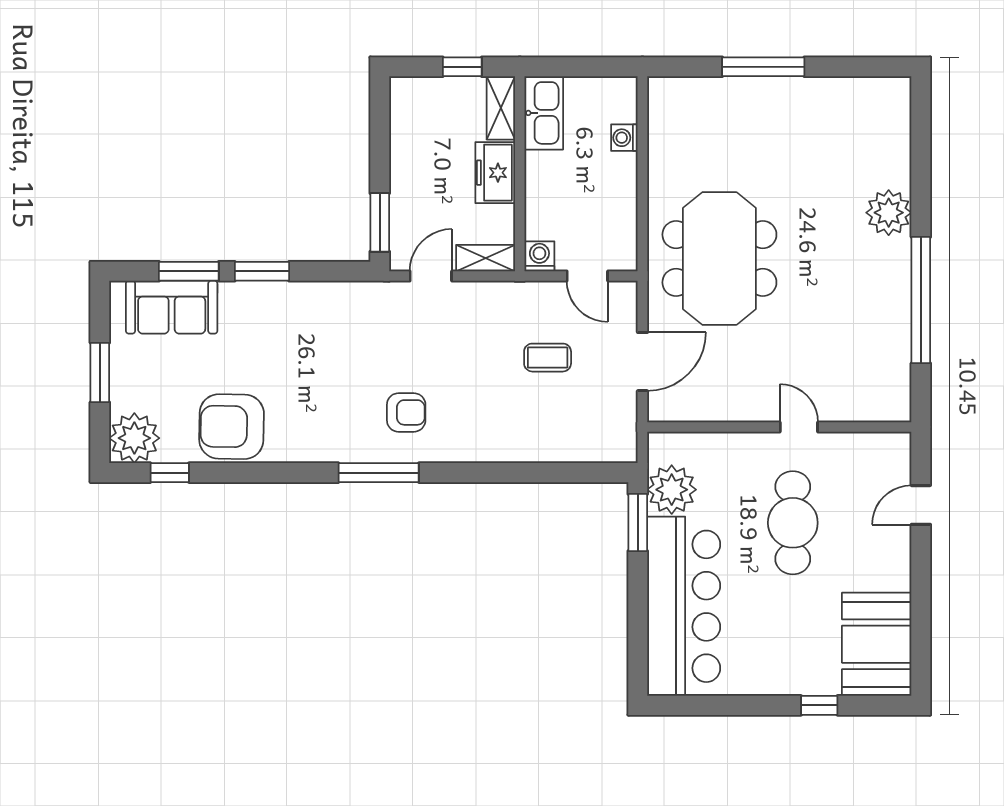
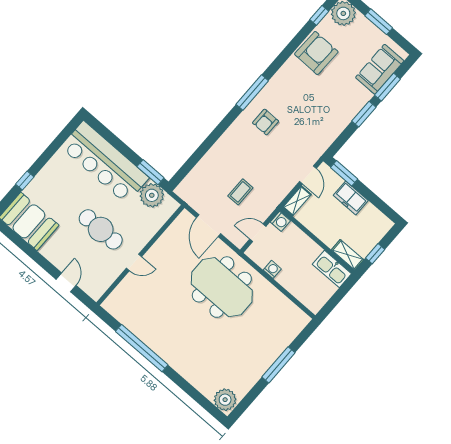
washing machine: (624, 138) -> (272, 269), moved
freezer: (495, 173) -> (351, 198), moved, turned 180
plant: (889, 213) -> (225, 400), moved

